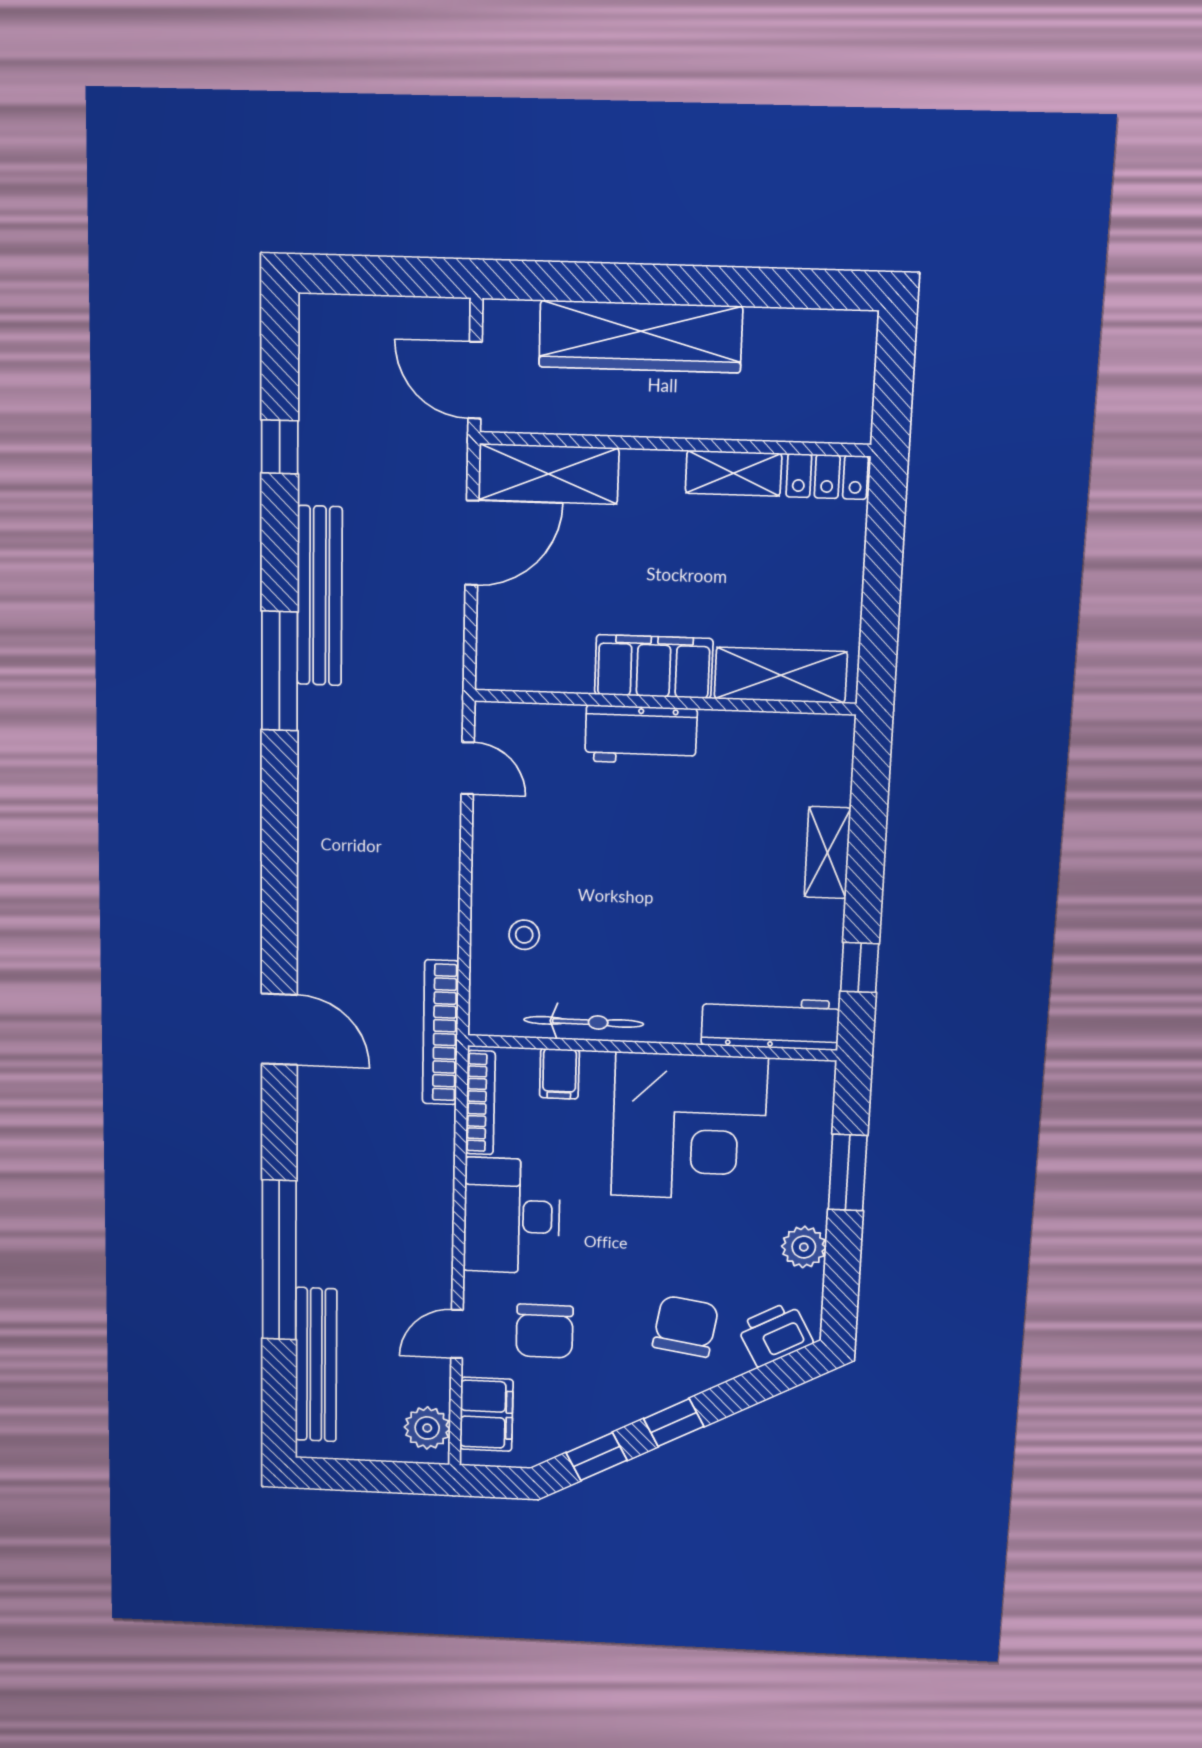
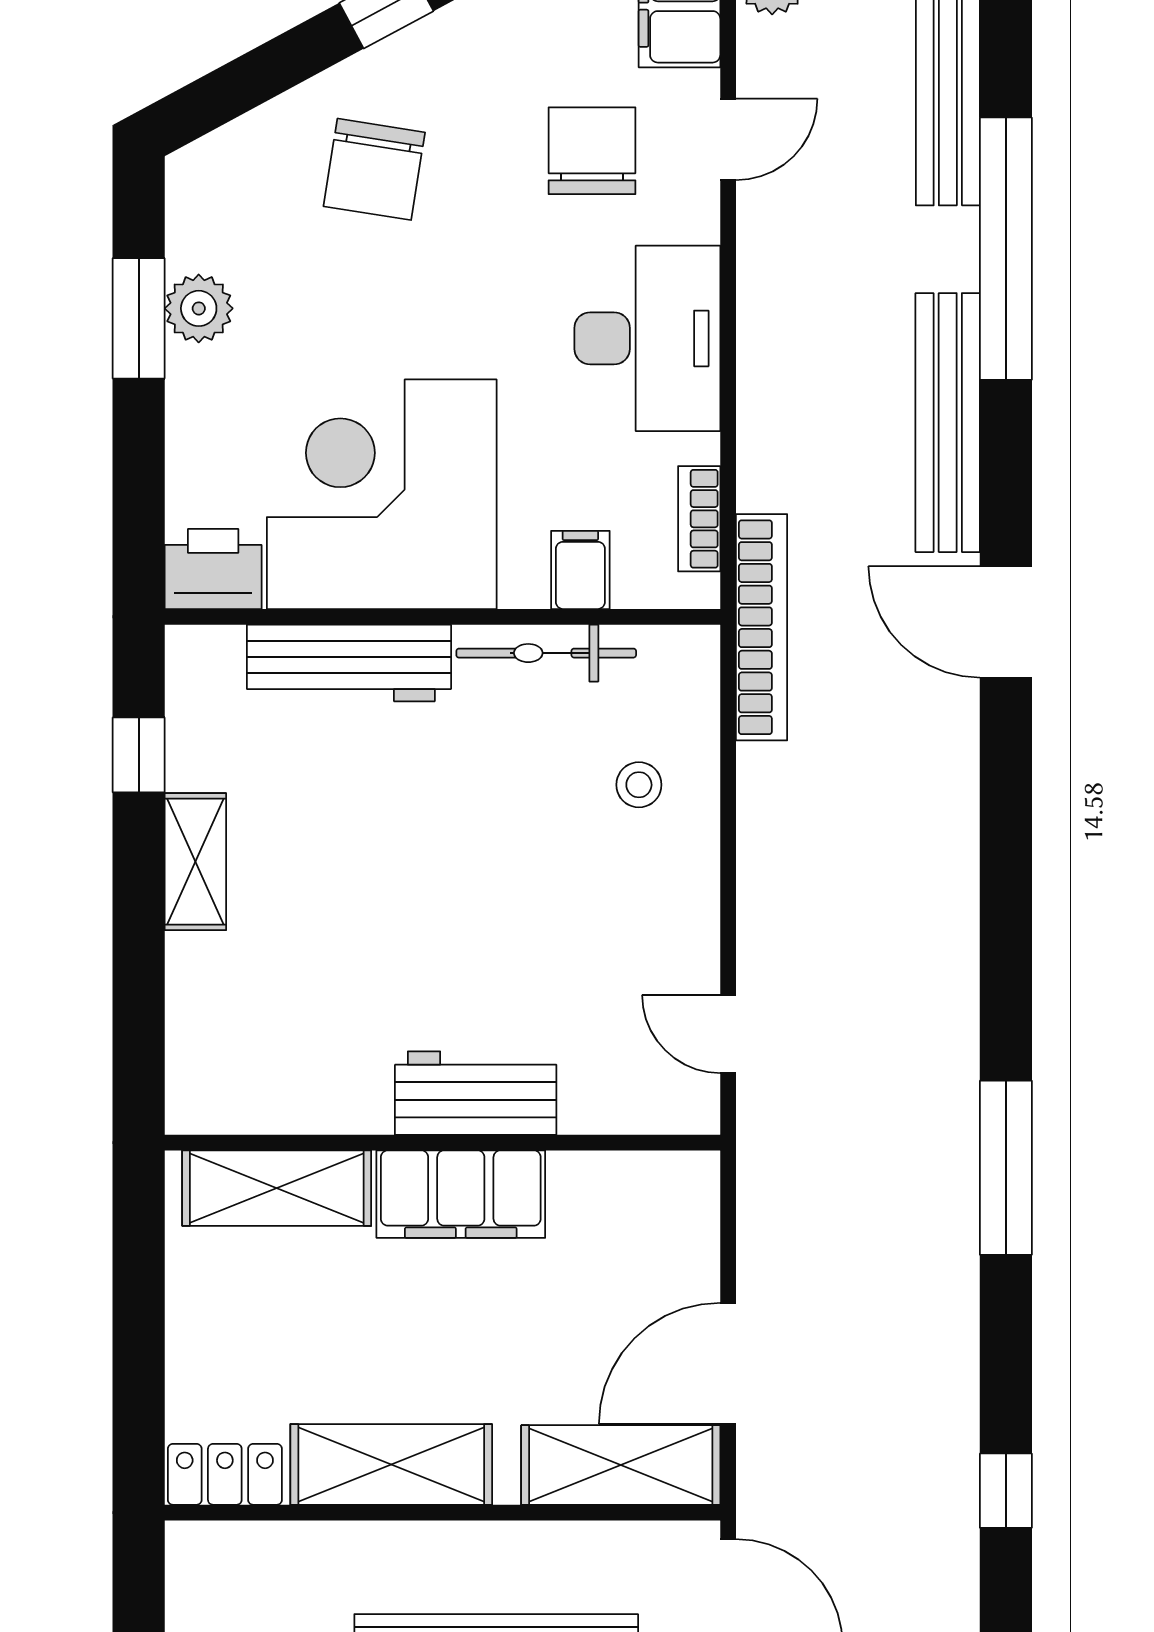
shelving: (734, 473) -> (391, 1464), width x1.50, depth x1.33
bench: (320, 596) -> (948, 423), moved
shelving: (828, 853) -> (195, 862), moved
workbench: (770, 1023) -> (349, 663), moved
bookcase: (480, 1103) -> (699, 519), width x0.64
window: (848, 1173) -> (139, 318), moved
printer: (775, 1334) -> (213, 569), moved, turned -152

